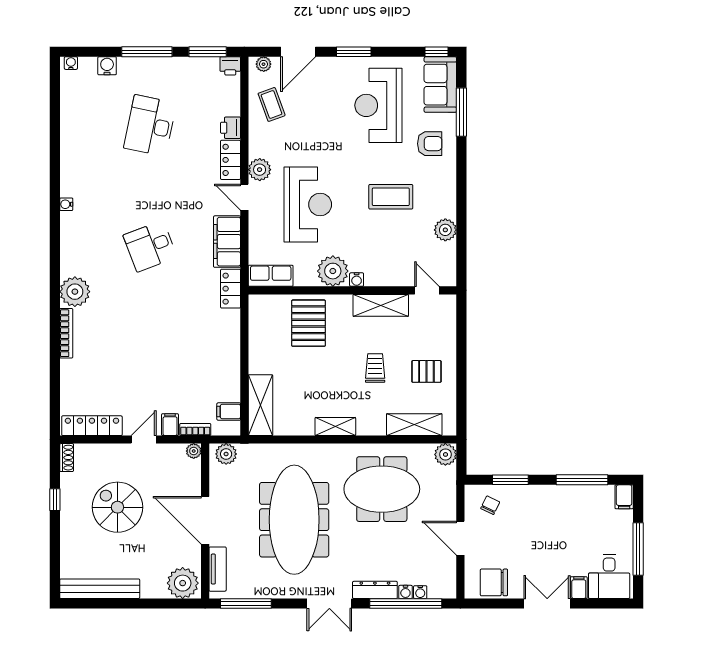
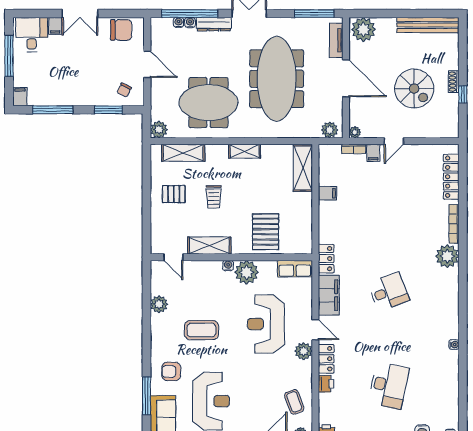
water cooler: (66, 204) -> (454, 345), moved
filing cabinet: (229, 412) -> (328, 193), moved
locker: (92, 426) -> (451, 177), moved, turned 90
shoe rack: (67, 458) -> (454, 82), moved

